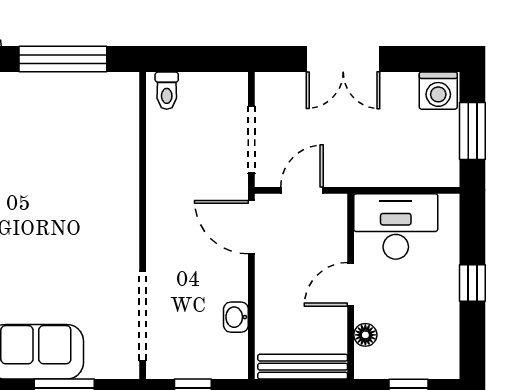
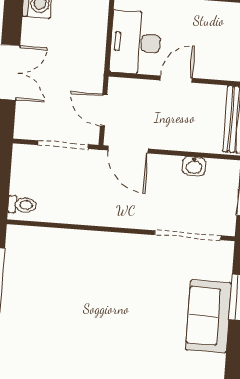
door: (251, 227) -> (128, 150), hinge flipped
door: (351, 284) -> (176, 79), swing flipped
floor lamp: (365, 335) -> (214, 71), removed

